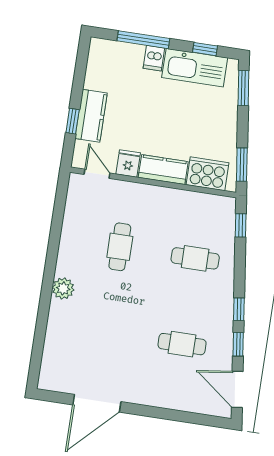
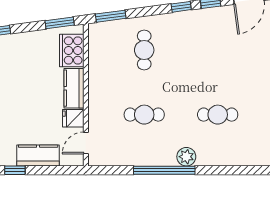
window: (73, 121) -> (15, 170), moved
window: (241, 225) -> (111, 16), width x1.50
window: (51, 260) -> (164, 170), added
cafe table: (182, 344) -> (218, 115), moved, turned 90

